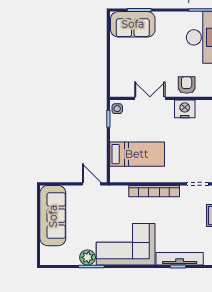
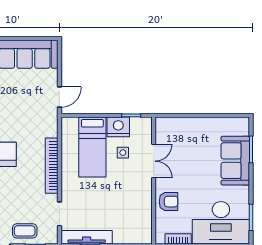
sofa: (133, 24) -> (235, 161), moved
side table: (117, 109) -> (123, 153), moved
nightstand: (185, 109) -> (118, 127), moved, turned -90

